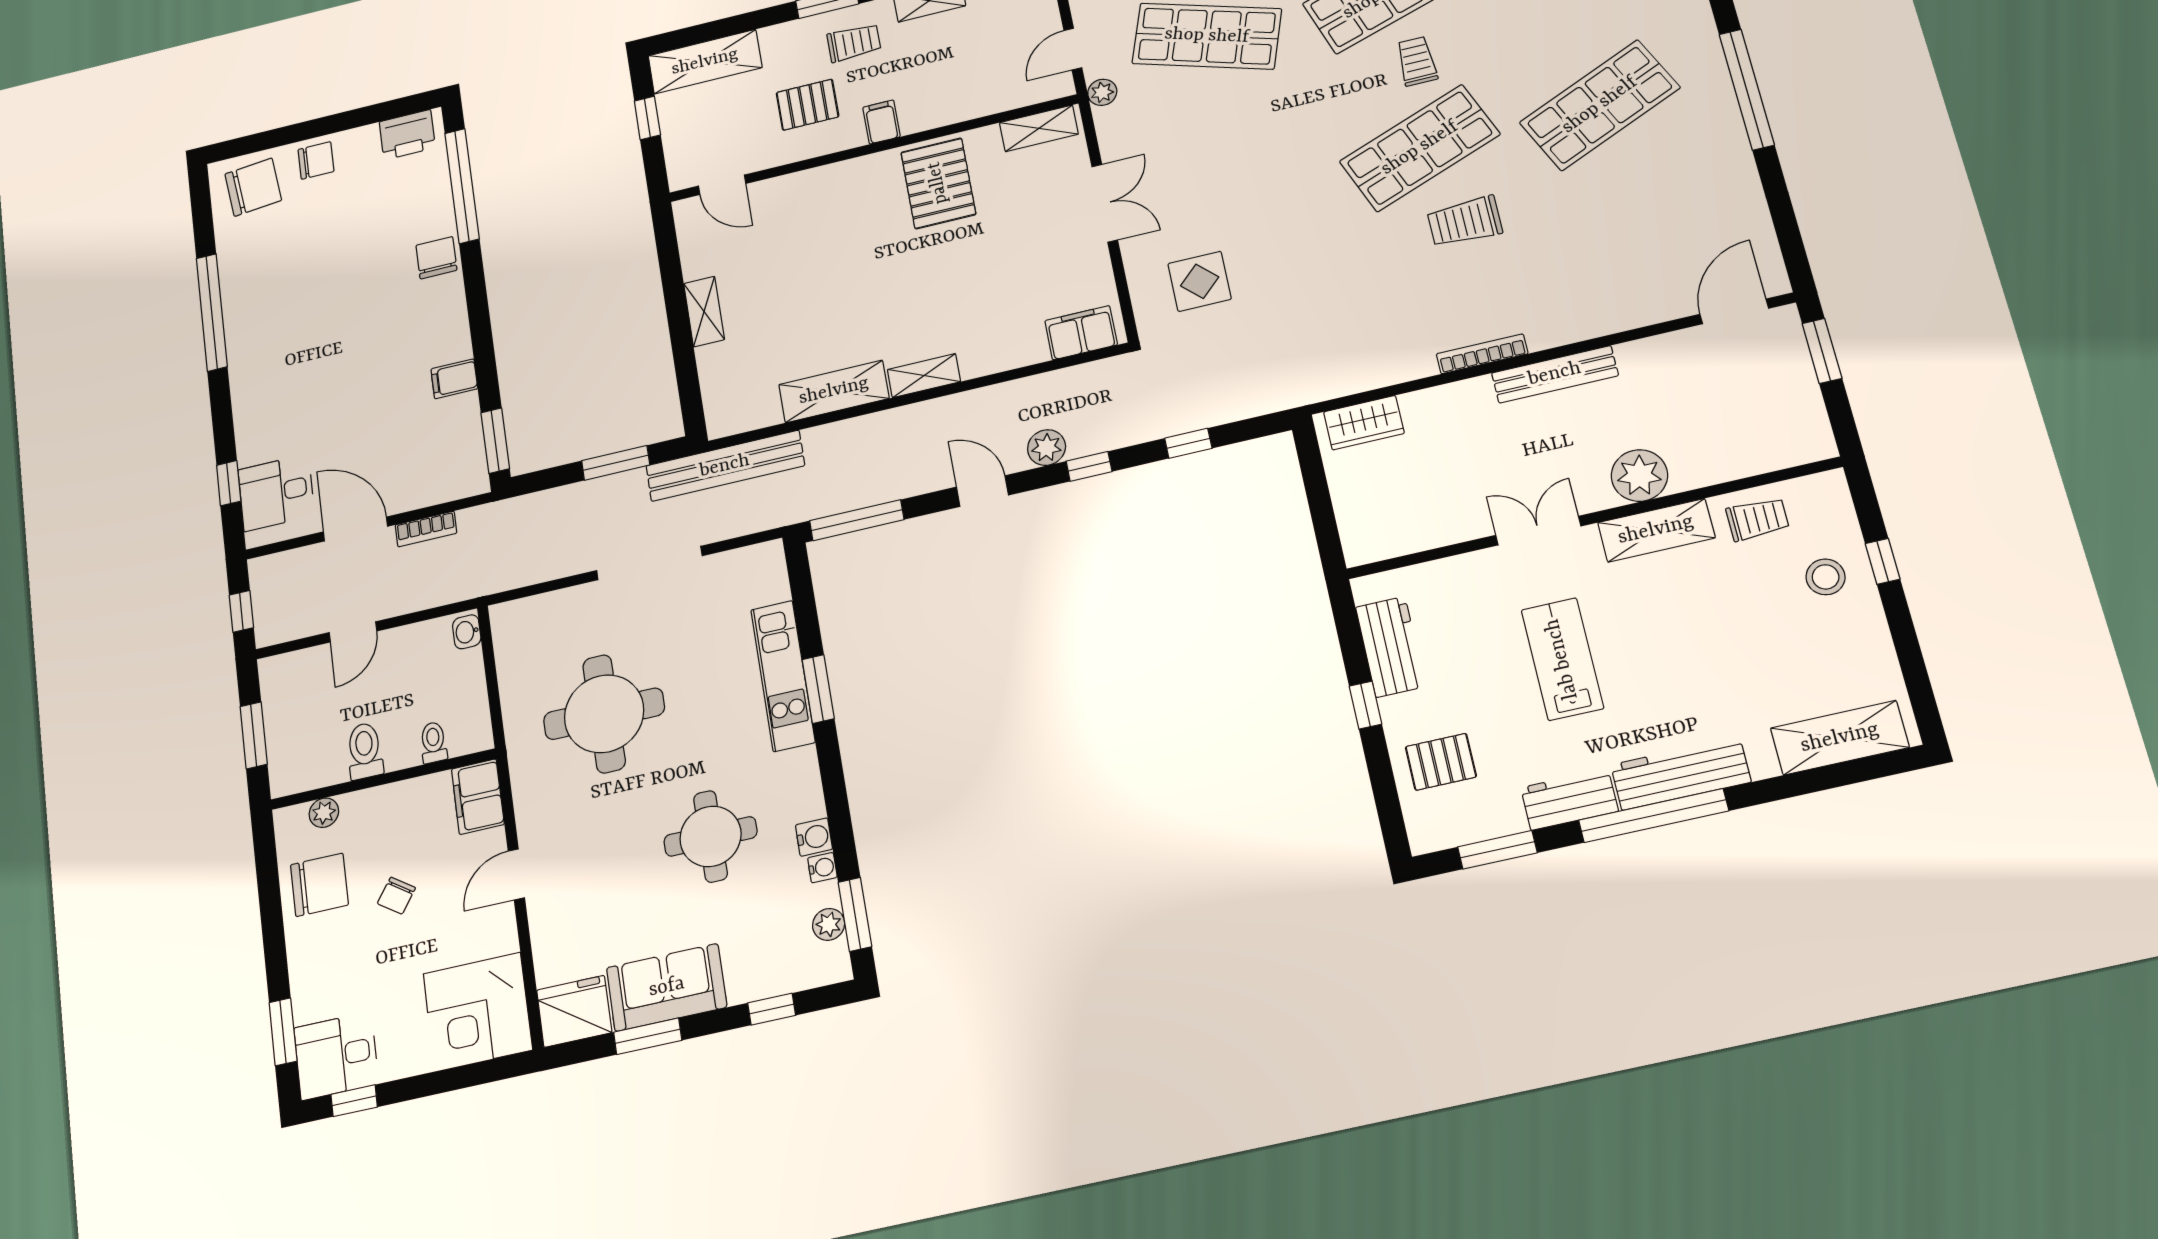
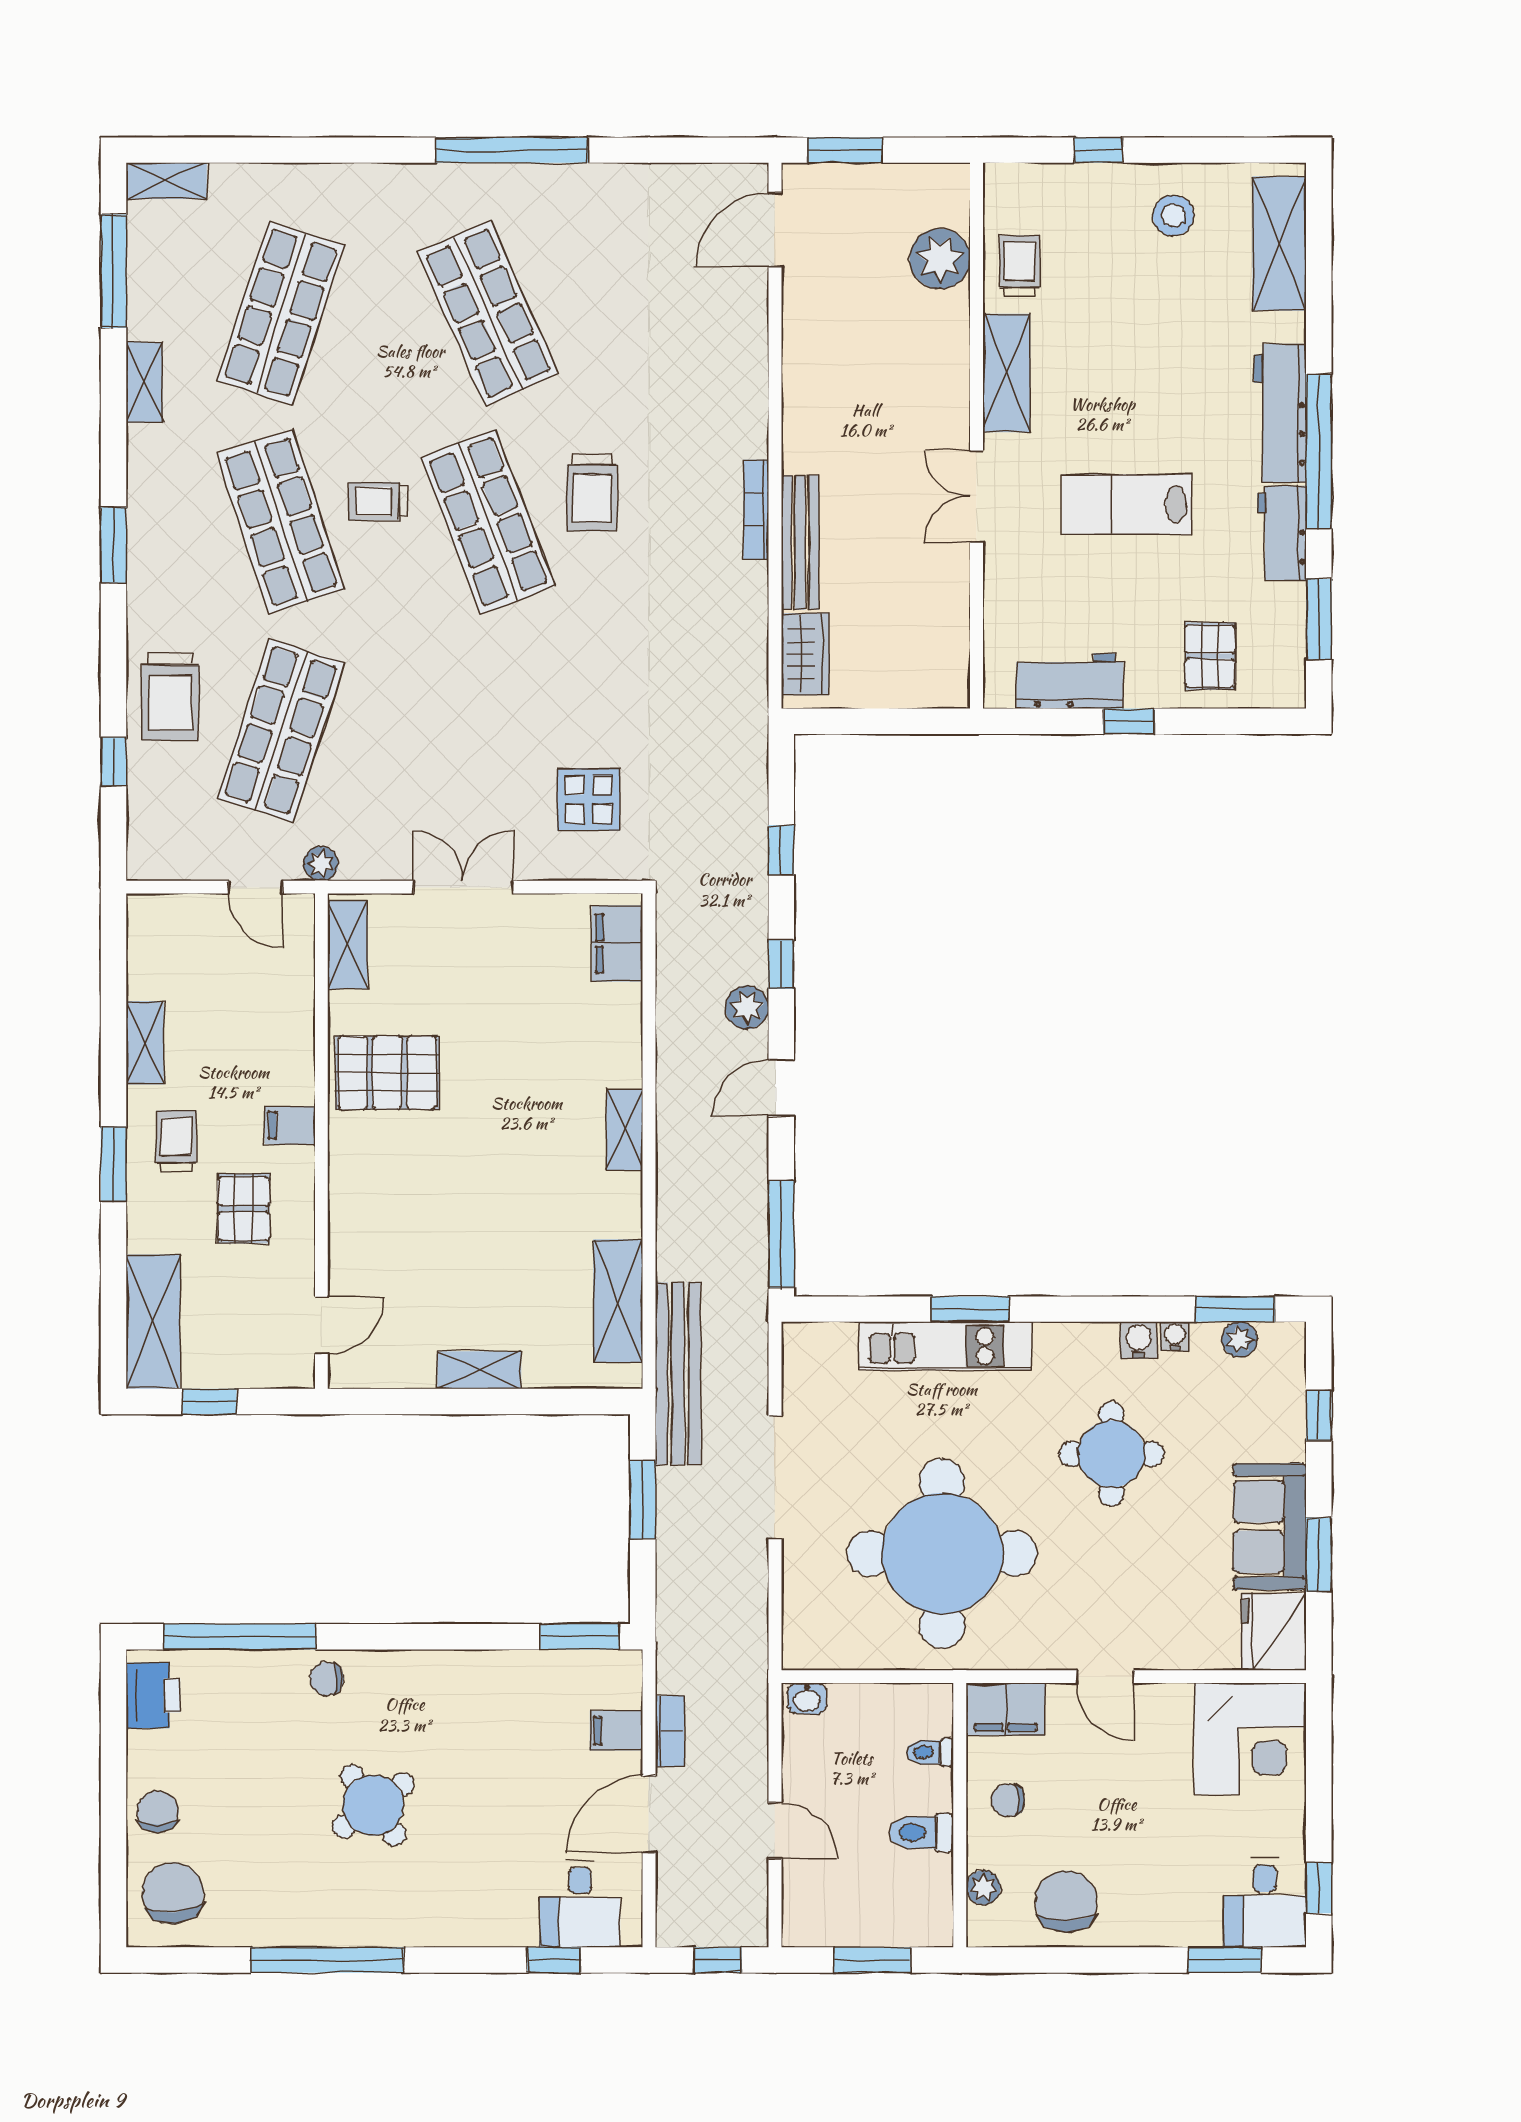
chair: (436, 258) -> (327, 1679), width x0.73, depth x0.73
door: (1734, 311) -> (775, 230), hinge flipped
round table: (339, 317) -> (373, 1805), added
bench: (1555, 374) -> (800, 543), moved
filing cabinet: (454, 379) -> (616, 1731), moved, turned 90
shelving: (834, 391) -> (618, 1301), moved
plant: (1639, 476) -> (940, 259), moved
stool: (1826, 577) -> (1173, 215), moved
round table: (604, 714) -> (942, 1553), width x1.36, depth x1.36
chair: (396, 896) -> (1008, 1800), moved, turned 144

